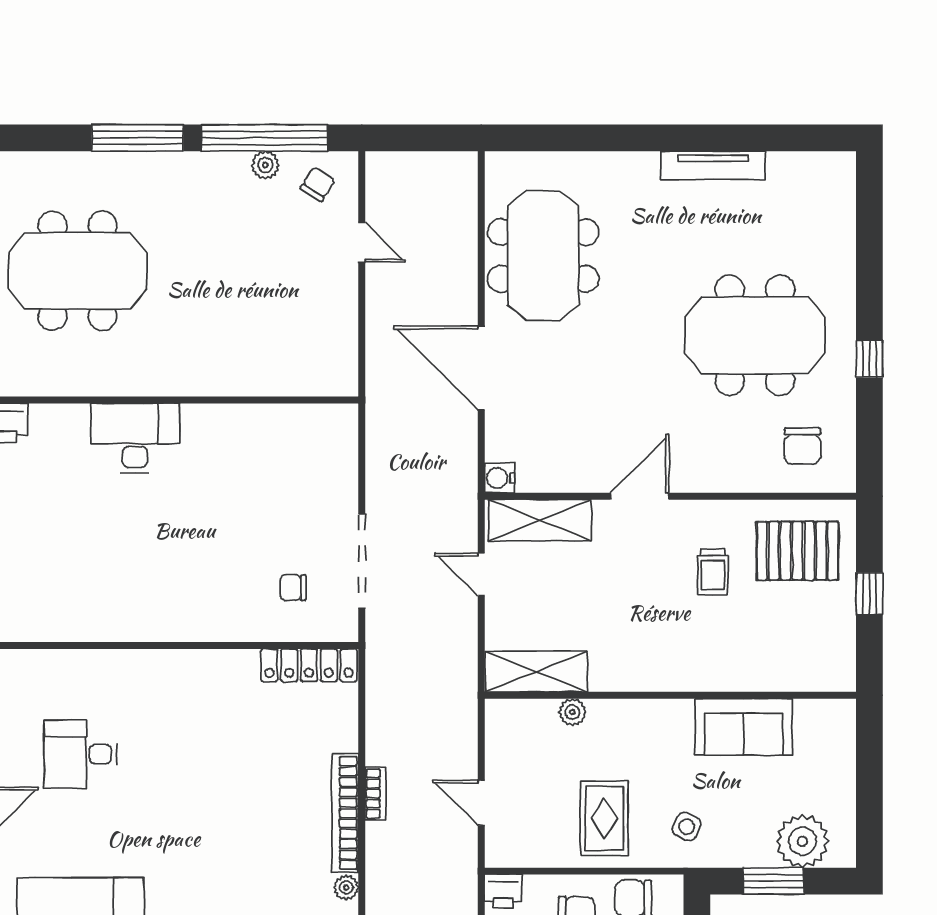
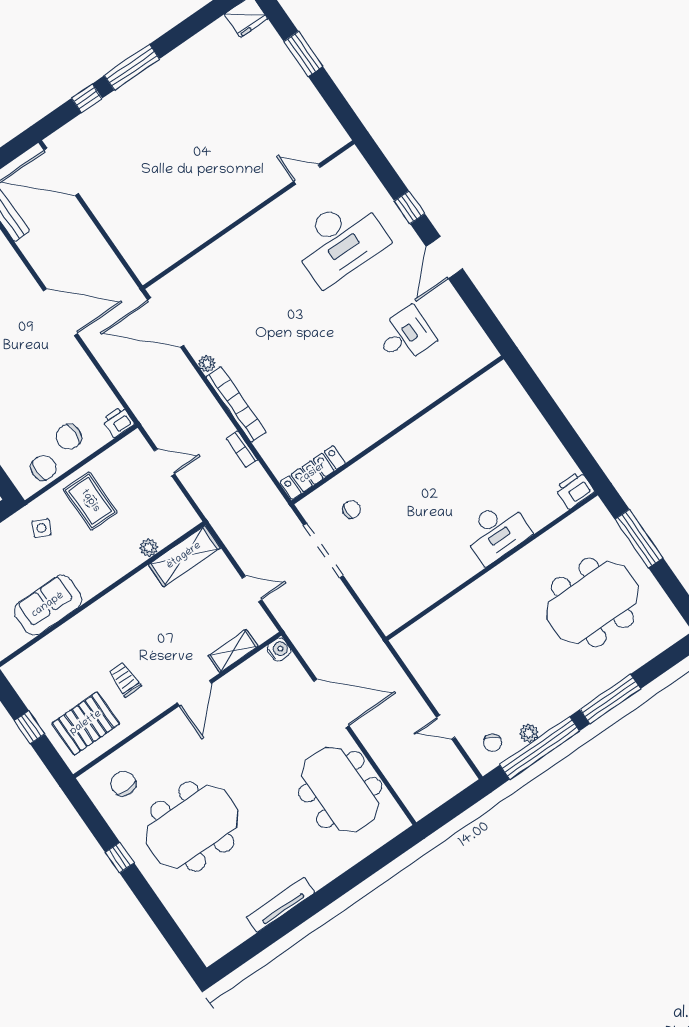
shelving: (540, 520) -> (233, 651), width x0.67, depth x0.75
bookcase: (376, 794) -> (242, 449), moved

